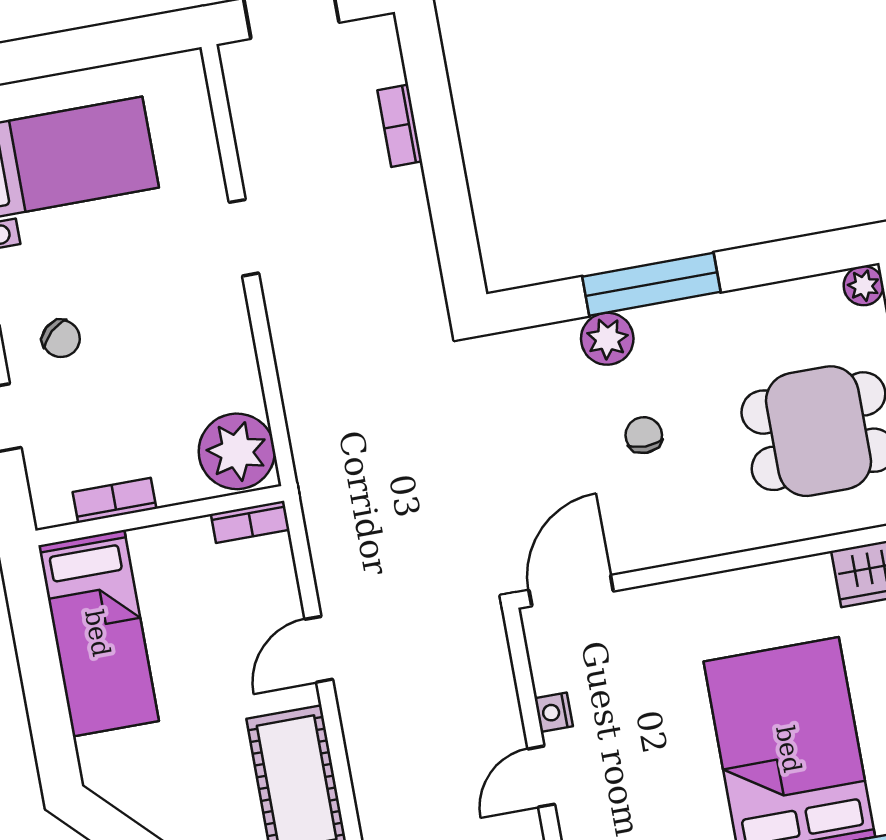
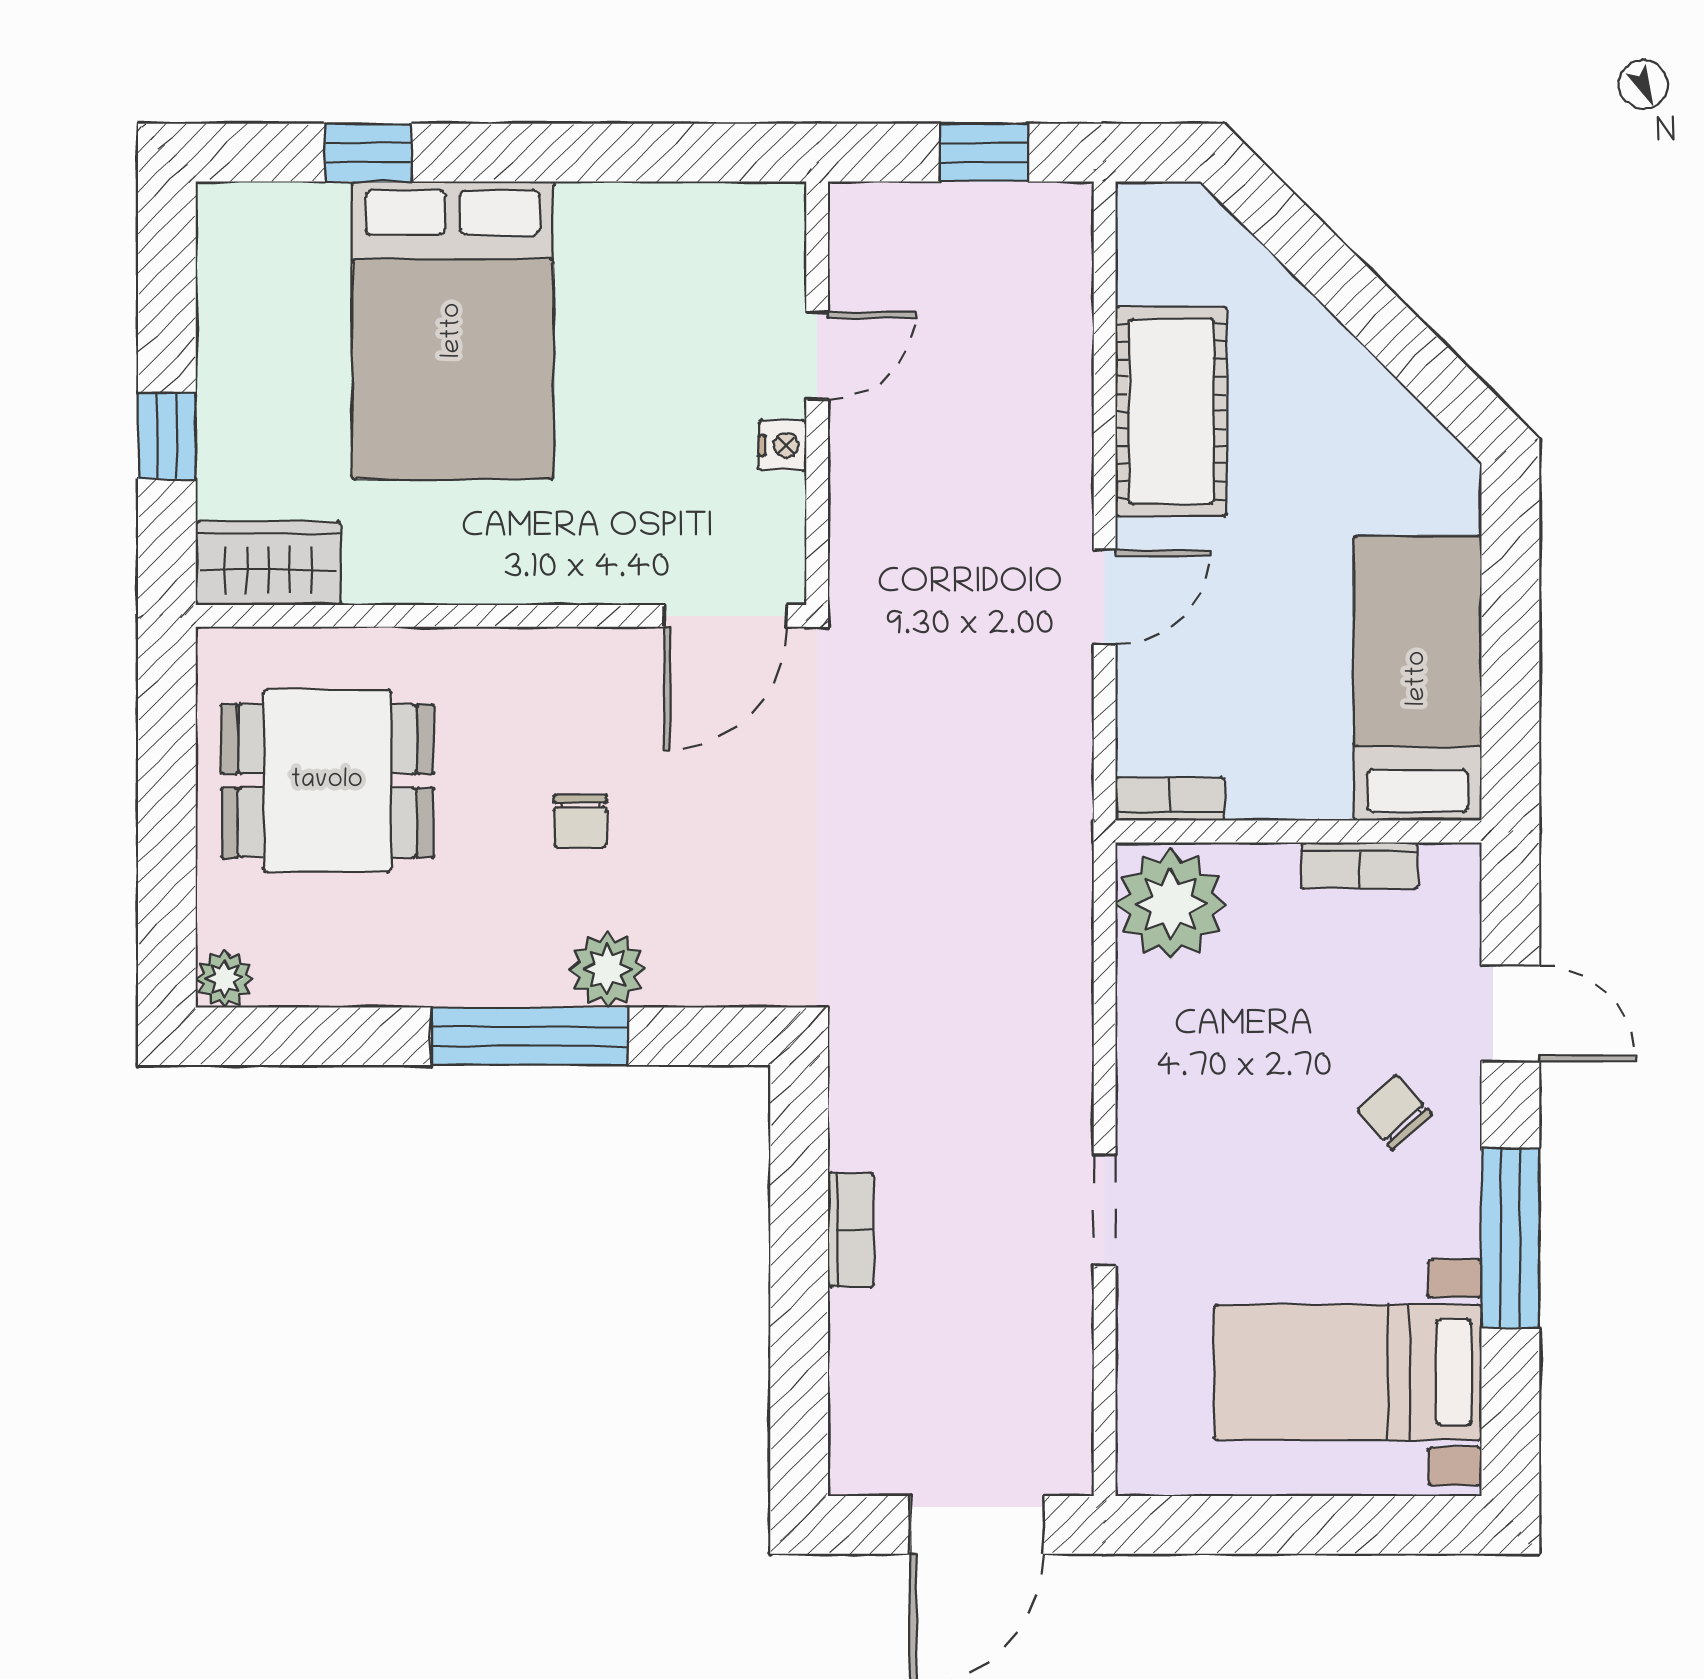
bookcase: (400, 126) -> (851, 1230), moved

